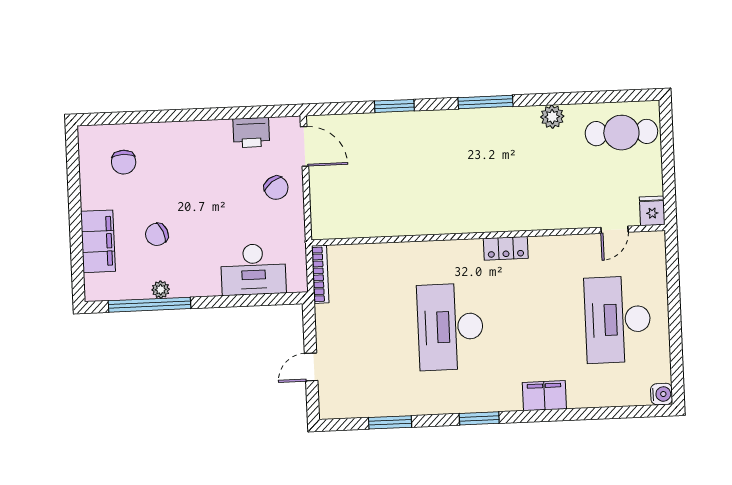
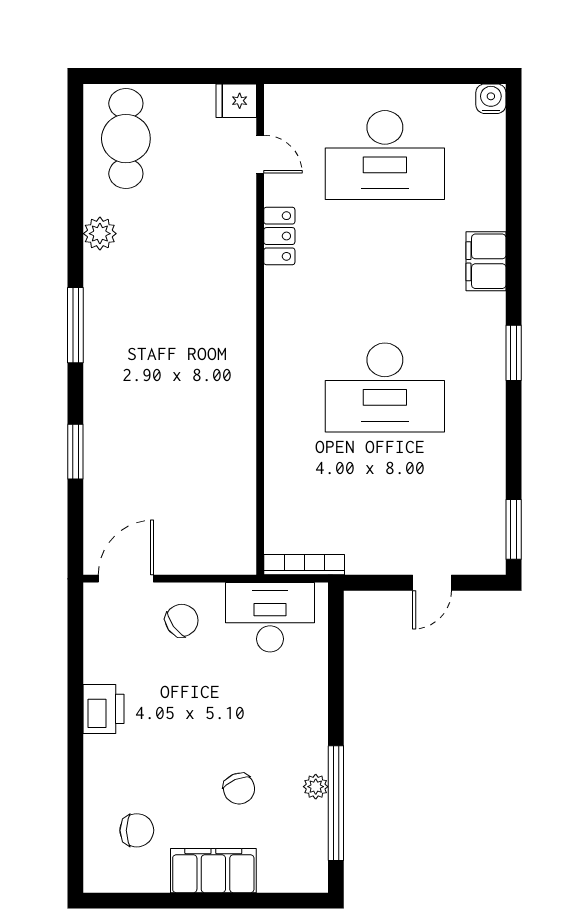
printer: (251, 133) -> (104, 709), moved
filing cabinet: (98, 241) -> (213, 871), moved
locker: (506, 248) -> (279, 236), moved
desk: (253, 269) -> (270, 617), moved, turned -90
door: (311, 367) -> (432, 583), hinge flipped
window: (390, 422) -> (514, 529), moved

